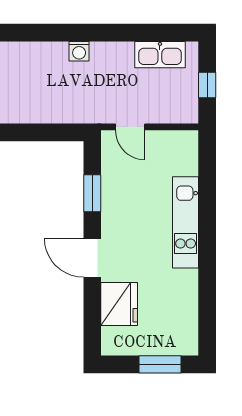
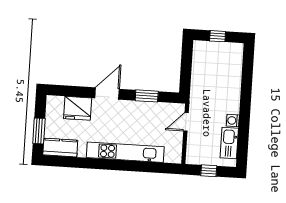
washing machine: (79, 51) -> (233, 121), moved
kitchen unit: (186, 222) -> (125, 152), width x1.36
kitchen counter: (185, 328) -> (60, 148), added

